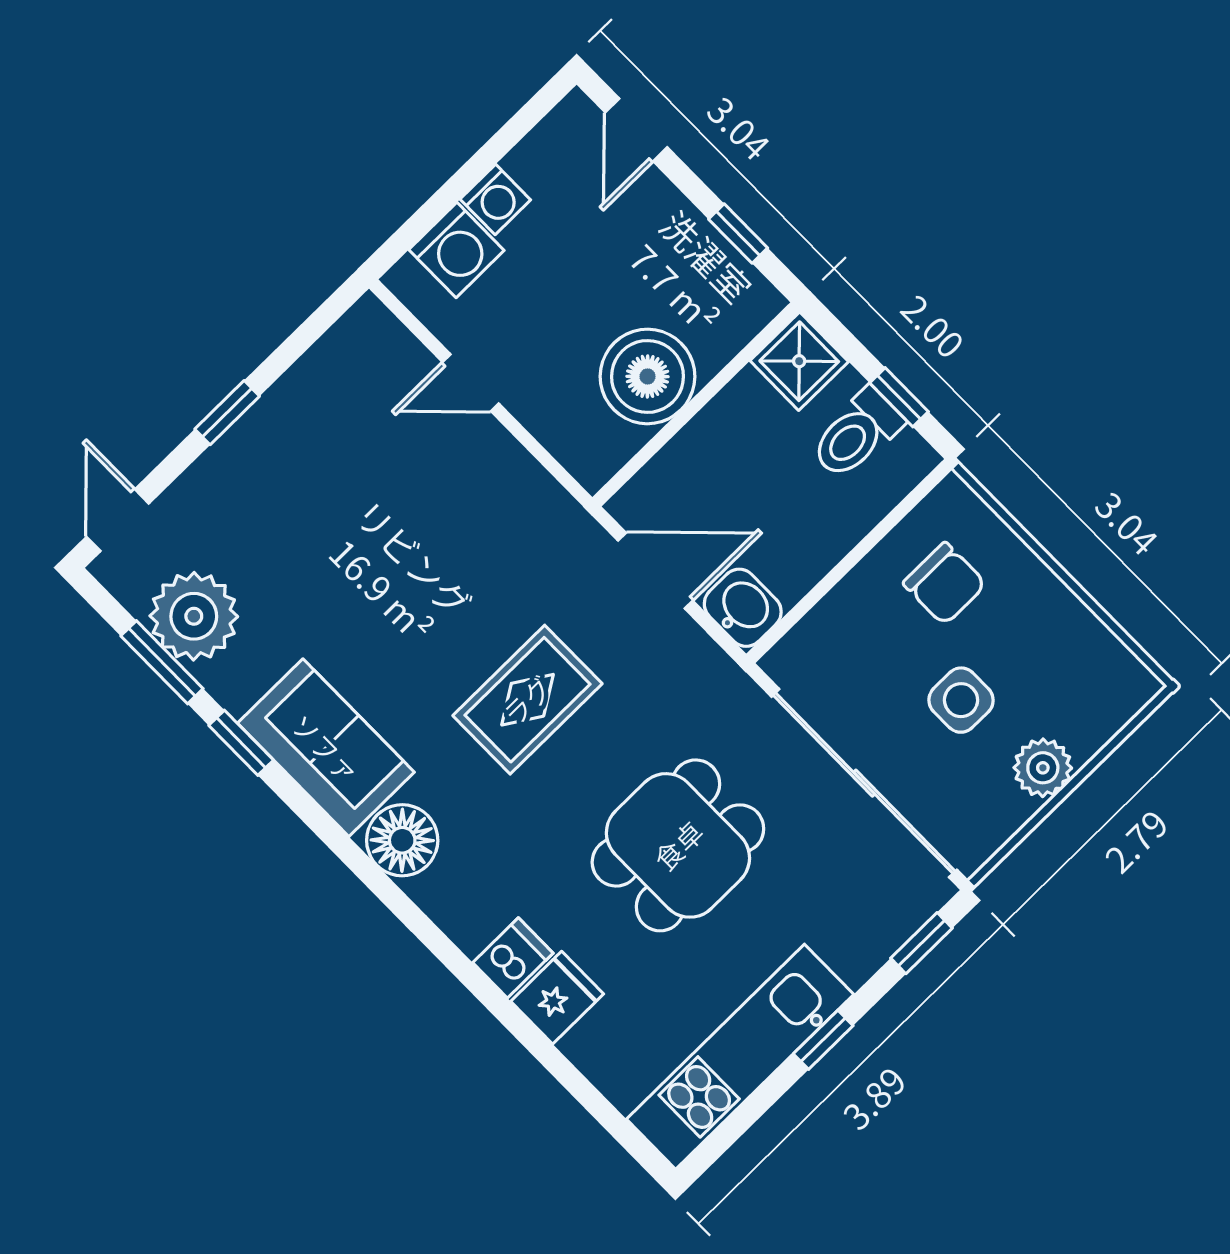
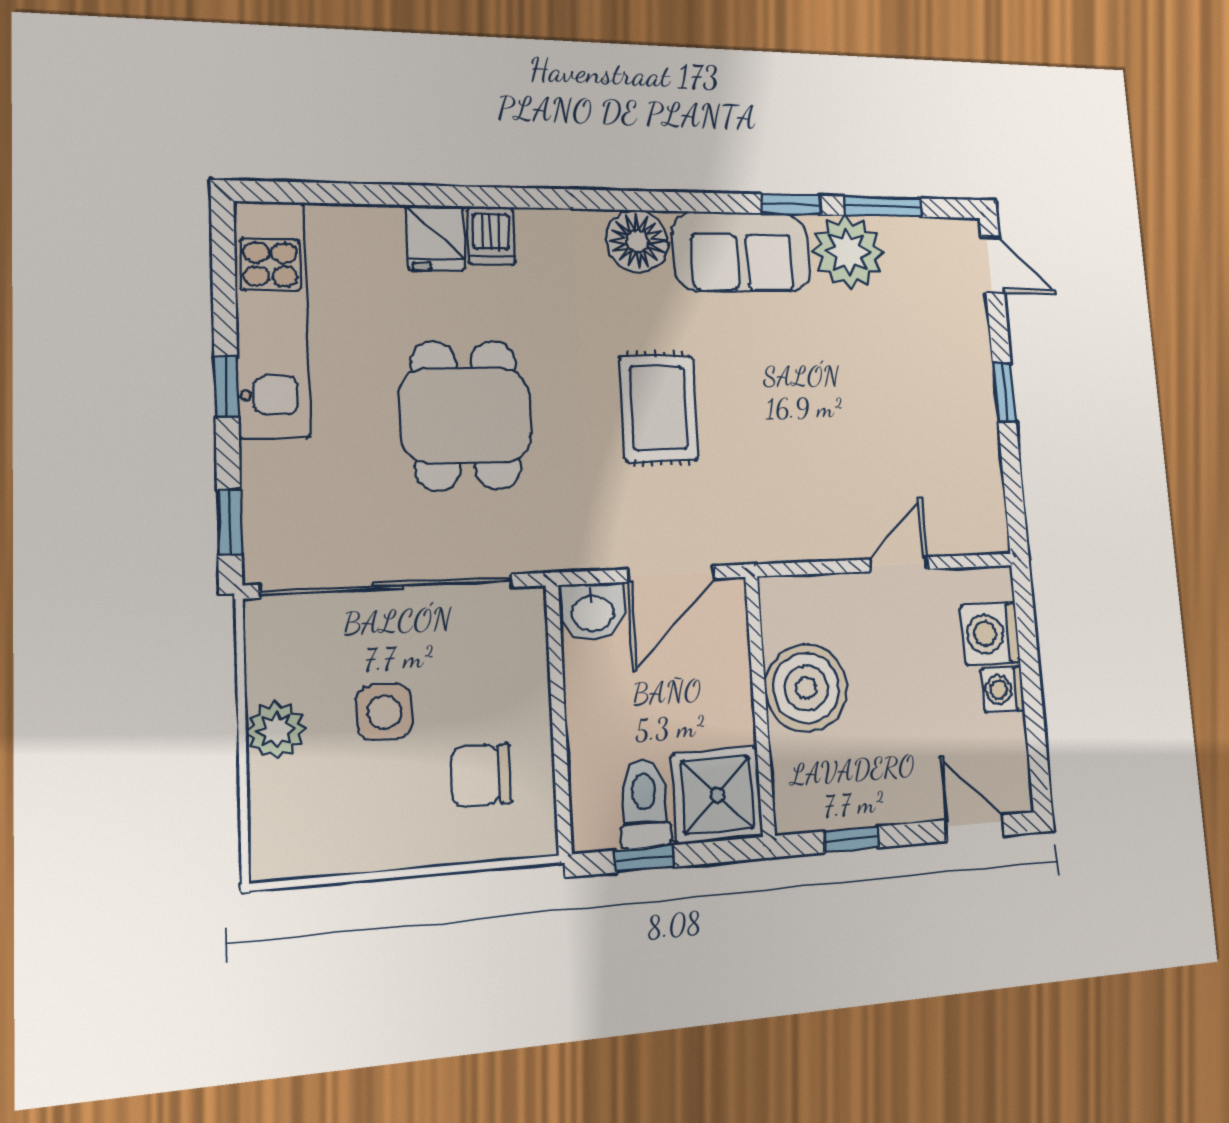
shower: (799, 361) -> (717, 795), width x1.36, depth x1.36
plant: (194, 616) -> (848, 252), moved

